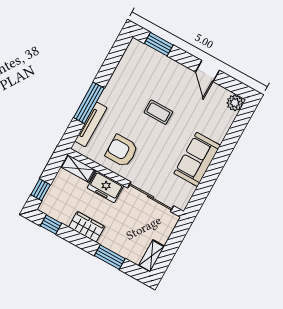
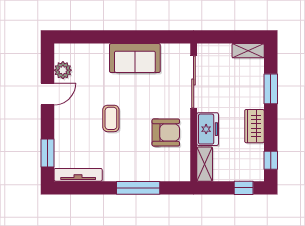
plant: (235, 103) -> (63, 70), moved
tv unit: (91, 124) -> (78, 175), moved
armchair: (122, 151) -> (166, 133), turned -90

